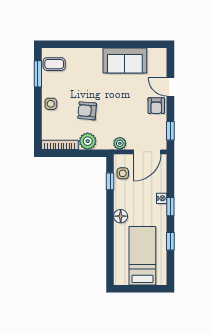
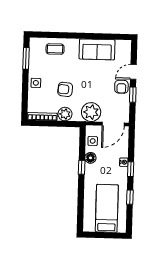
coffee table: (54, 64) -> (55, 49), moved
door: (170, 87) -> (133, 72), hinge flipped
window: (170, 131) -> (133, 95), moved
plant: (120, 143) -> (91, 112), width x1.88, depth x1.88
window: (110, 181) -> (82, 167), moved
floor lamp: (121, 216) -> (90, 158), moved

